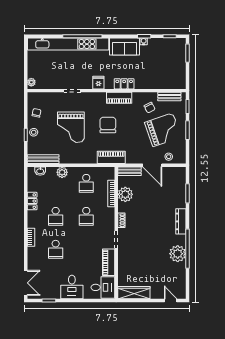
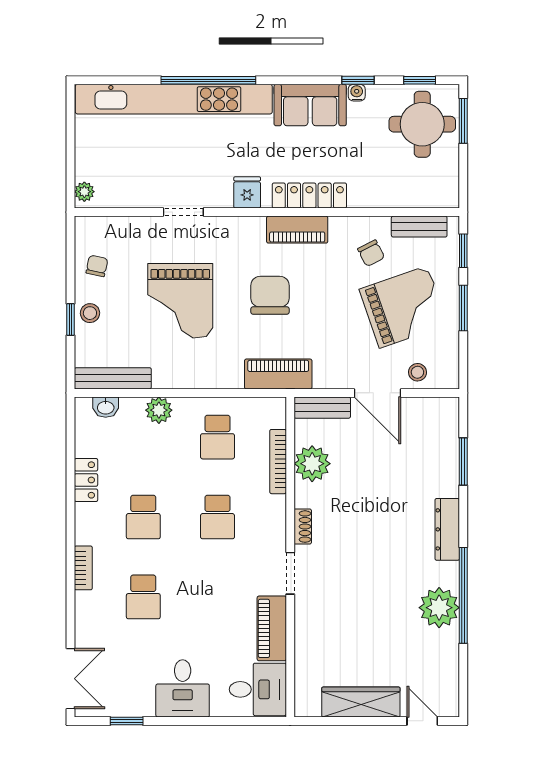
round table: (171, 54) -> (422, 124), added
locker: (124, 84) -> (309, 196), width x1.53
wardrobe: (134, 293) -> (361, 702), moved

